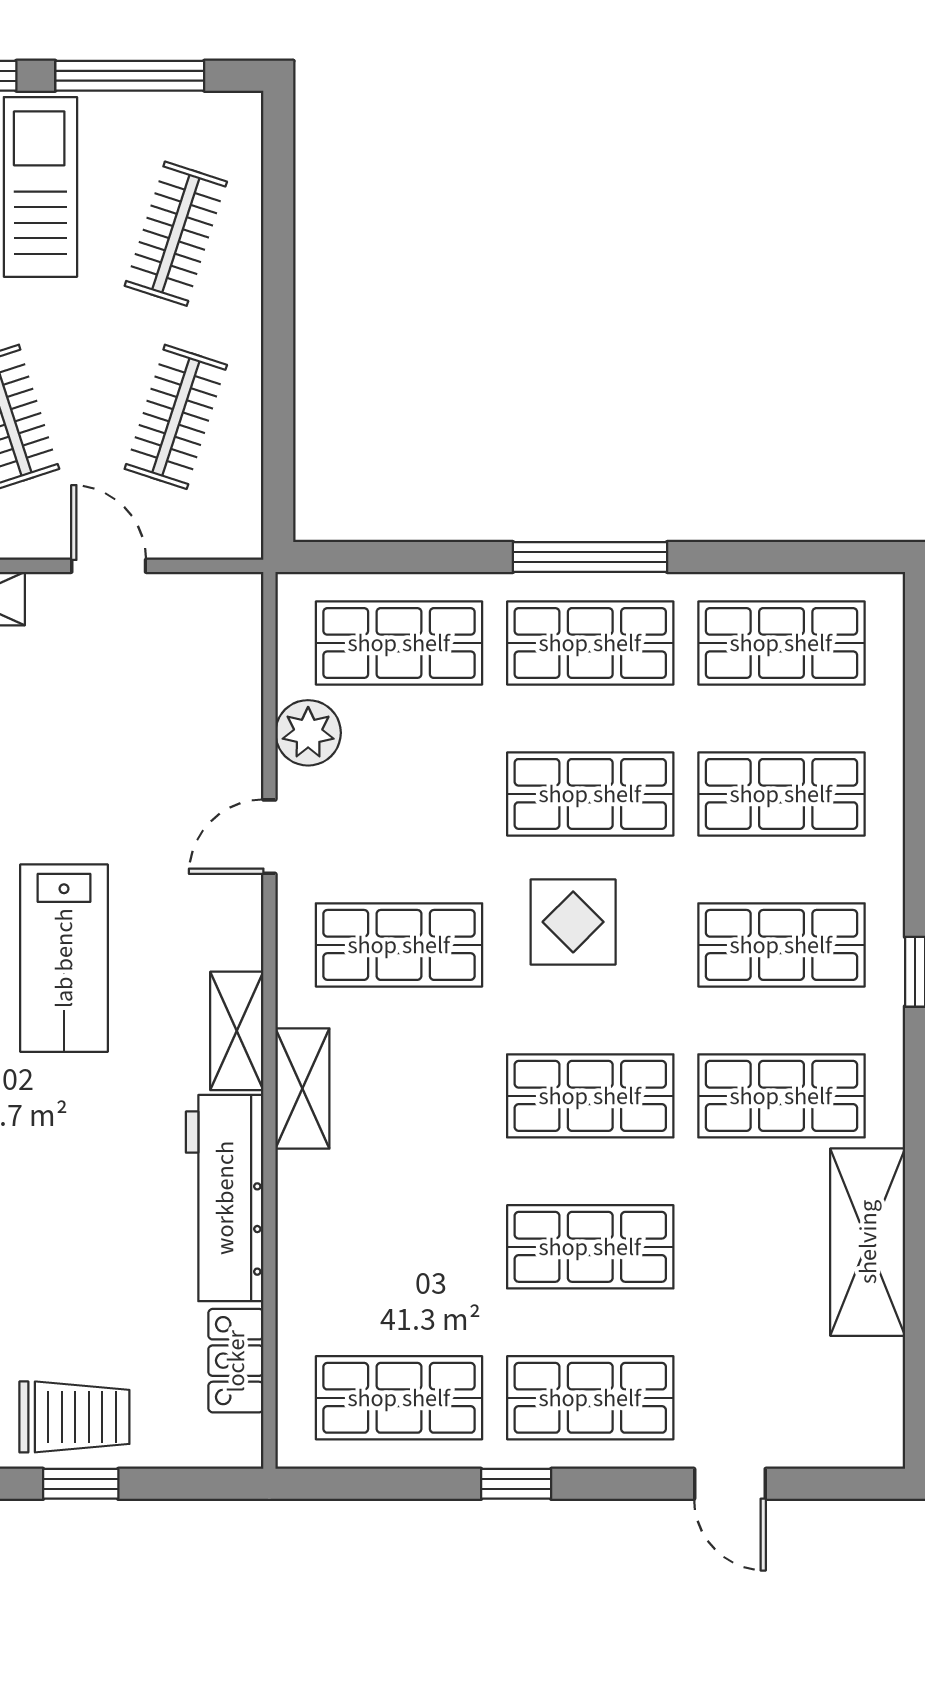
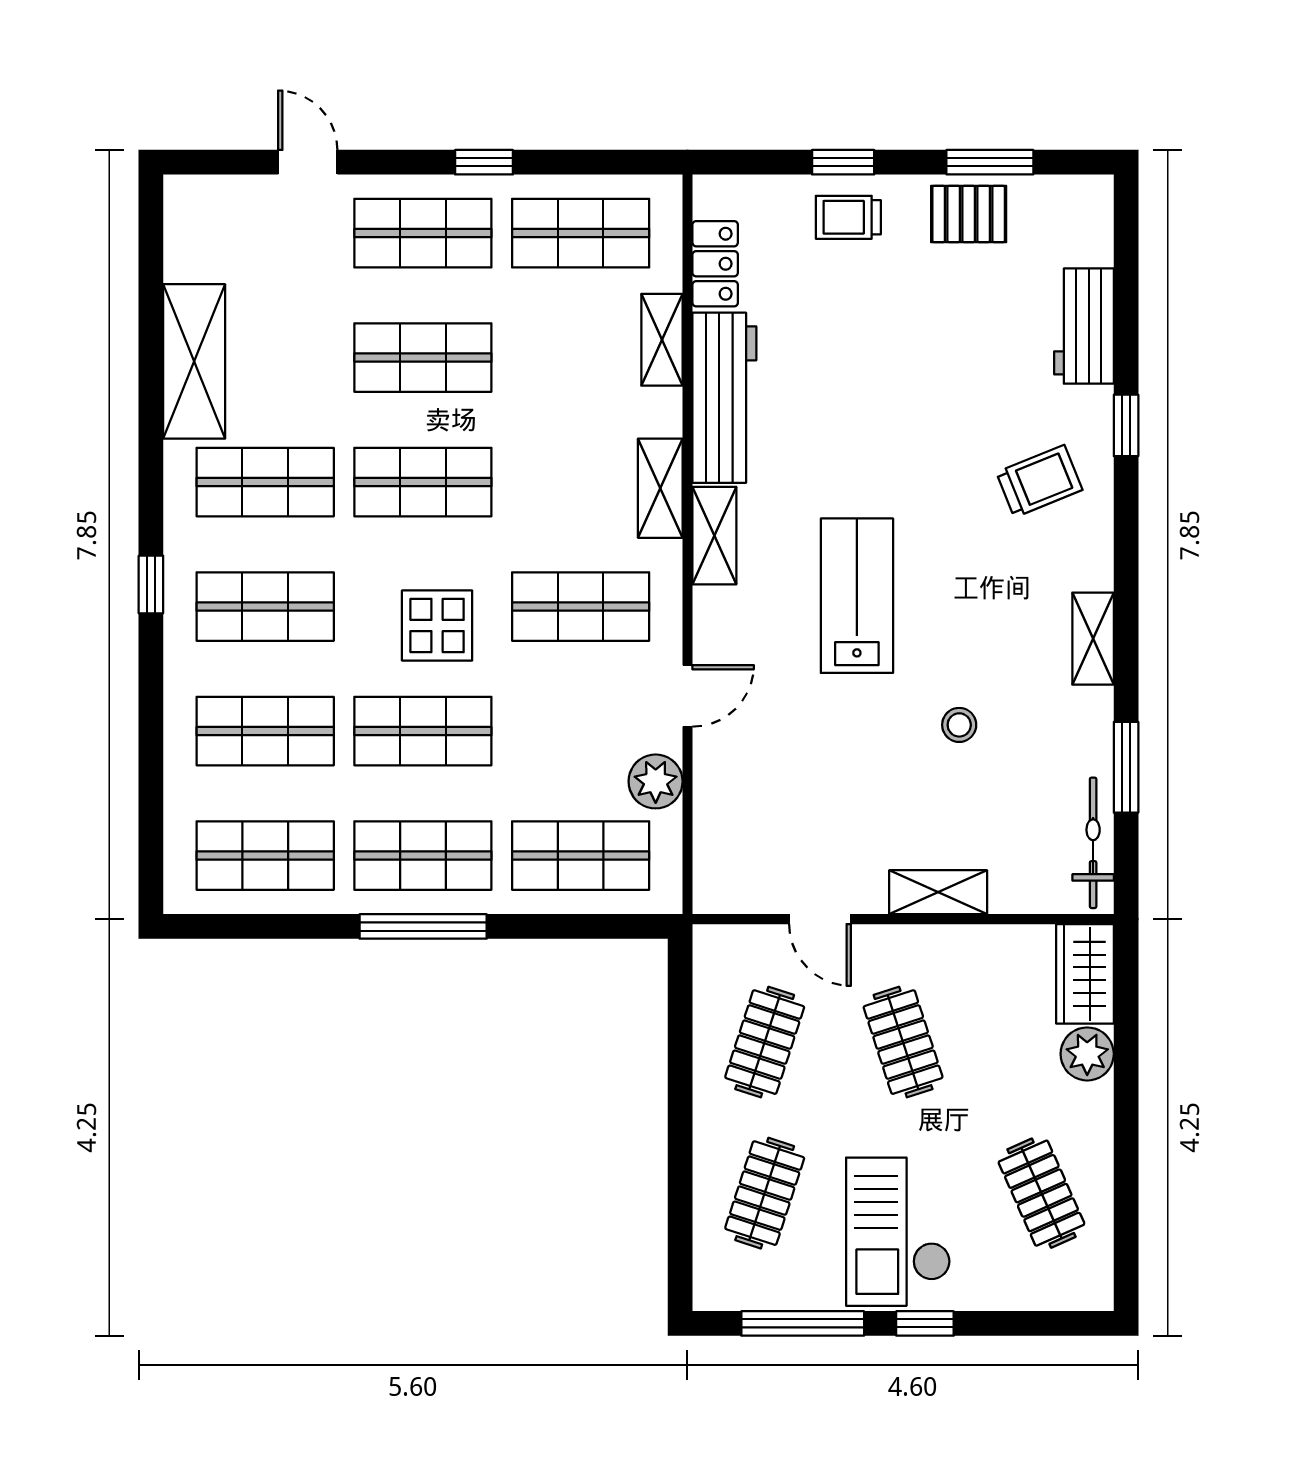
shelving: (300, 1268) -> (662, 340), added
trolley: (74, 1417) -> (848, 217), width x0.73, depth x0.72

